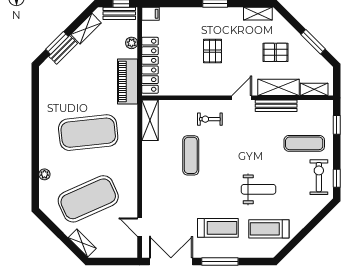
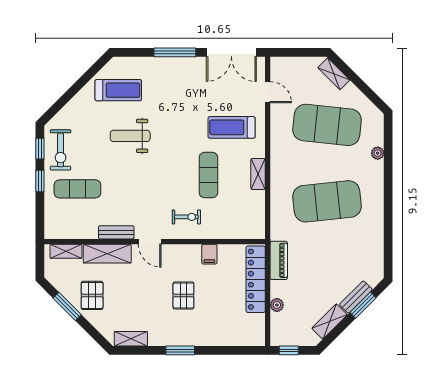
bench: (119, 13) -> (291, 339), removed
filing cabinet: (150, 14) -> (209, 254), moved, turned -90
pallet: (275, 52) -> (92, 295), moved, turned 90
piano: (128, 81) -> (279, 260), width x0.73, depth x0.75
door: (242, 98) -> (150, 242), hinge flipped
bench: (276, 106) -> (116, 232), width x0.73
shelving: (150, 120) -> (258, 174), moved, width x0.67, depth x0.75
window: (337, 125) -> (40, 181), moved
exercise mat: (88, 199) -> (327, 125), turned 30
treadmill: (218, 228) -> (232, 127), moved

